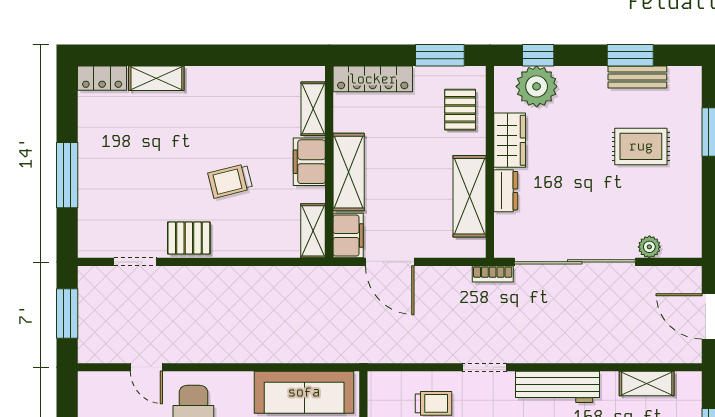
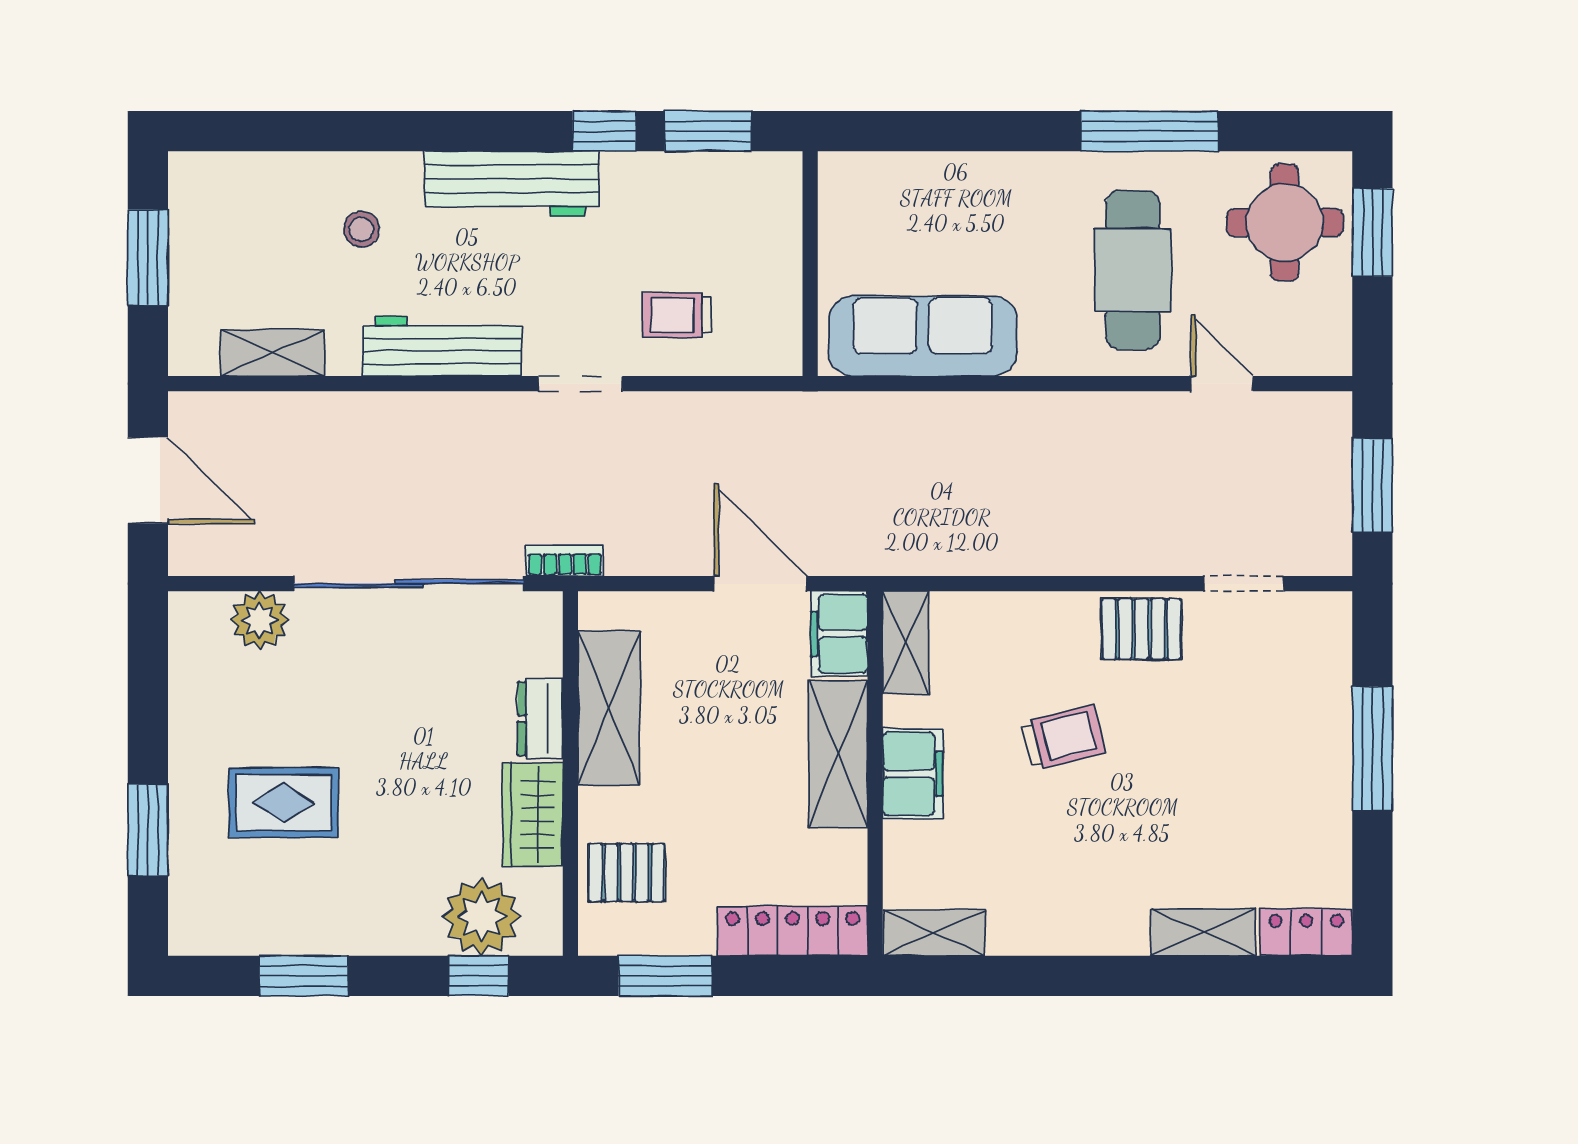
bench: (637, 77) -> (290, 935), removed
shelving: (313, 109) -> (934, 933), moved, turned 90
pallet: (460, 110) -> (627, 873), turned 90
plant: (649, 247) -> (260, 620), width x1.38, depth x1.38

